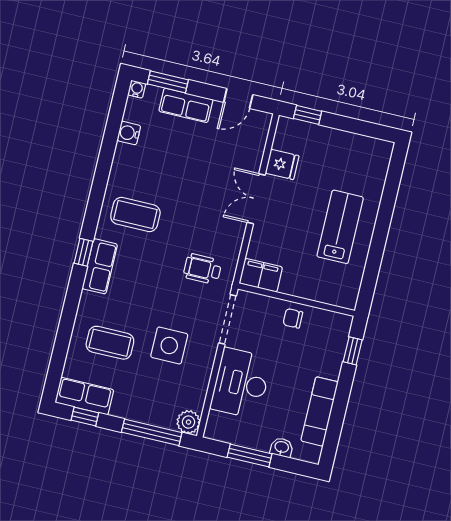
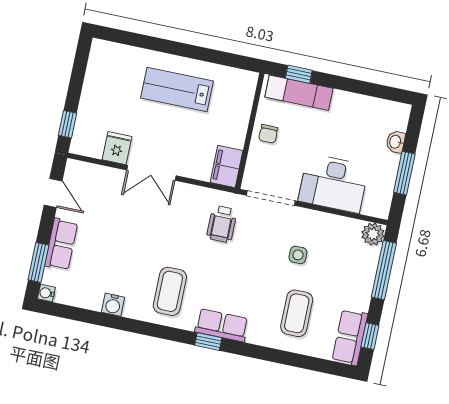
water cooler: (129, 133) -> (113, 305), moved
side table: (169, 345) -> (298, 255), width x0.54, depth x0.54
exam couch: (320, 411) -> (299, 93), moved

